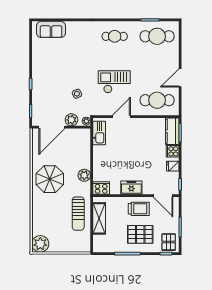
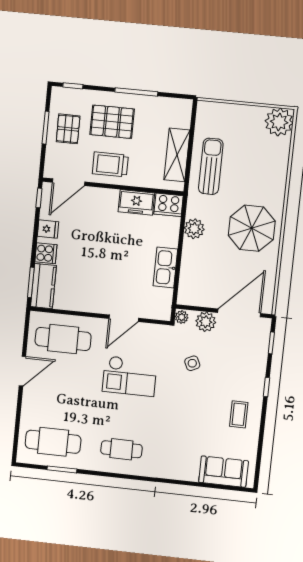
coffee table: (46, 66) -> (239, 414), added
kitchen sink: (99, 133) -> (165, 267), moved
freezer: (131, 188) -> (136, 202), moved
door: (163, 196) -> (68, 182), swing flipped
pallet: (169, 242) -> (68, 129), moved

